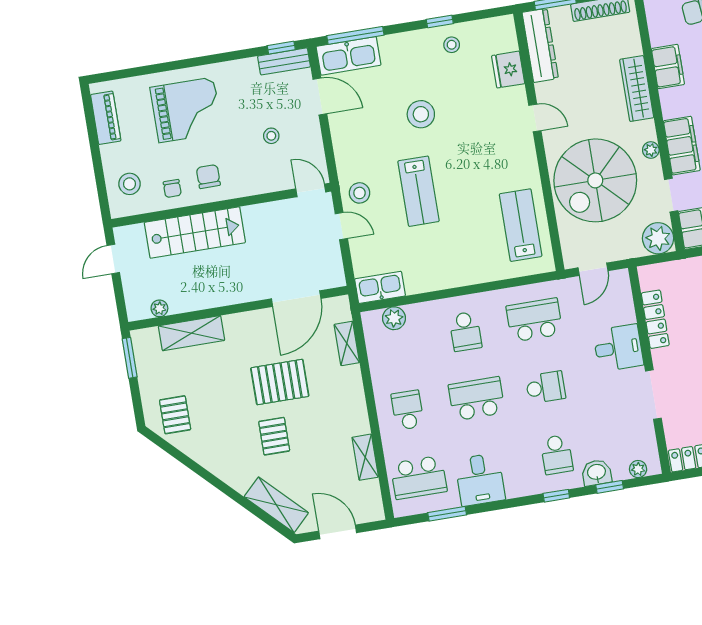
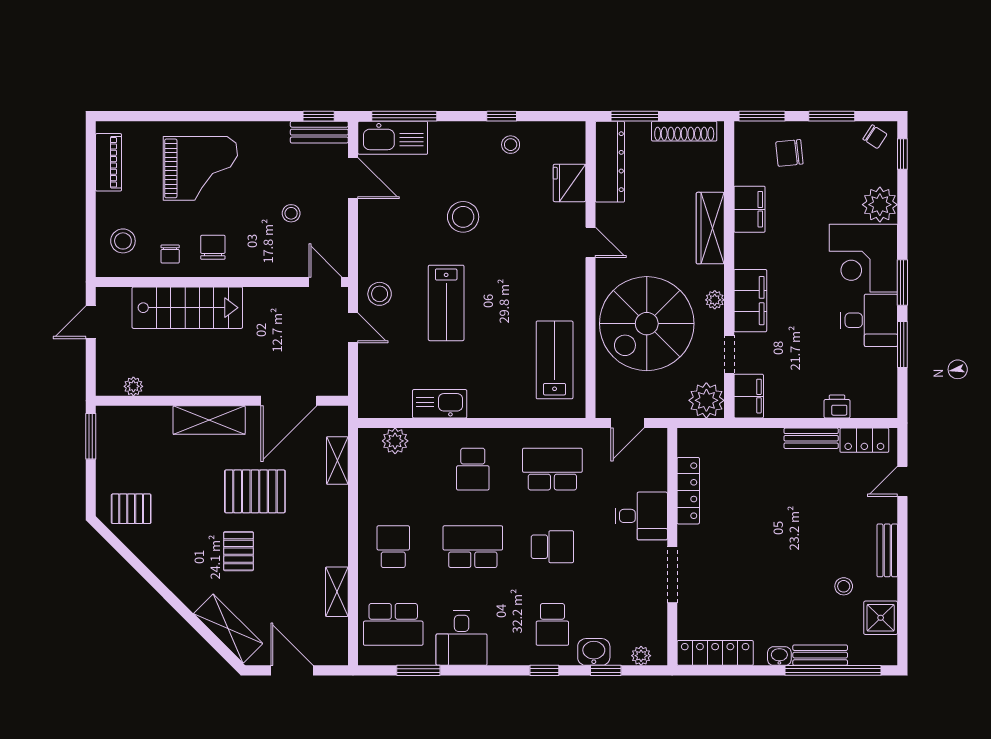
kitchen sink: (380, 287) -> (440, 404), moved
shelving: (191, 333) -> (209, 420), moved
pallet: (175, 415) -> (131, 509), turned 90

